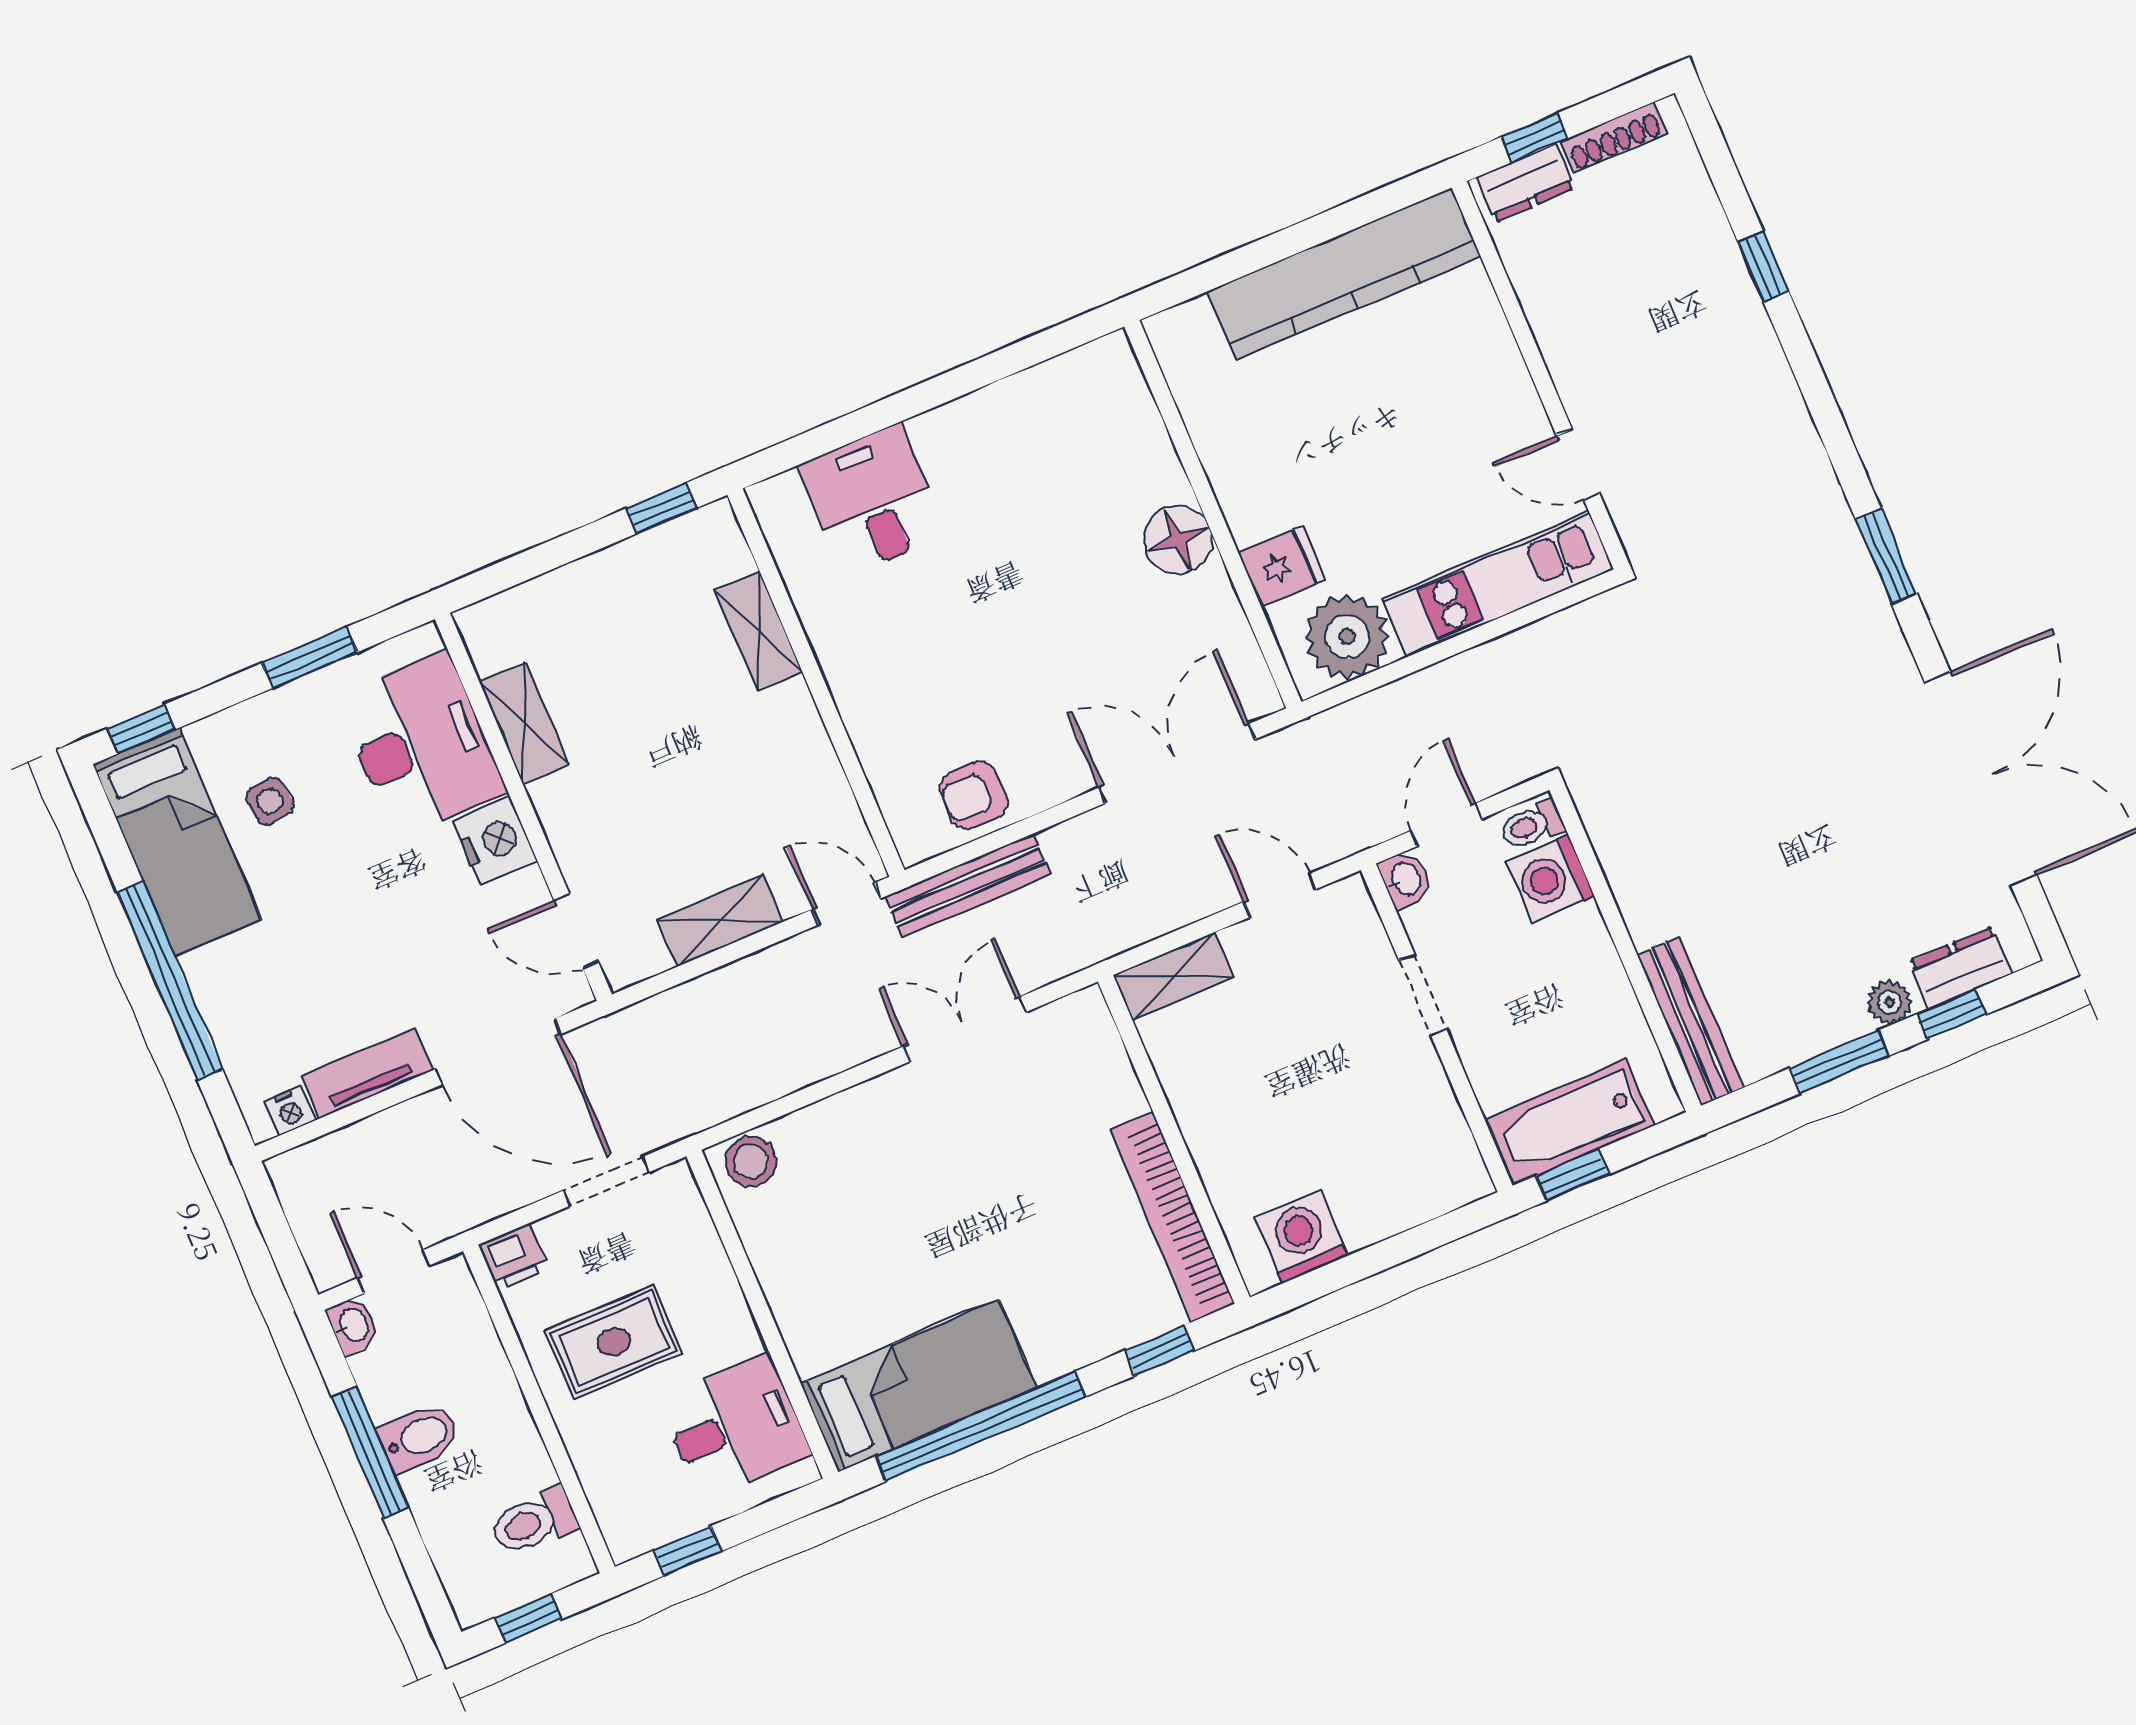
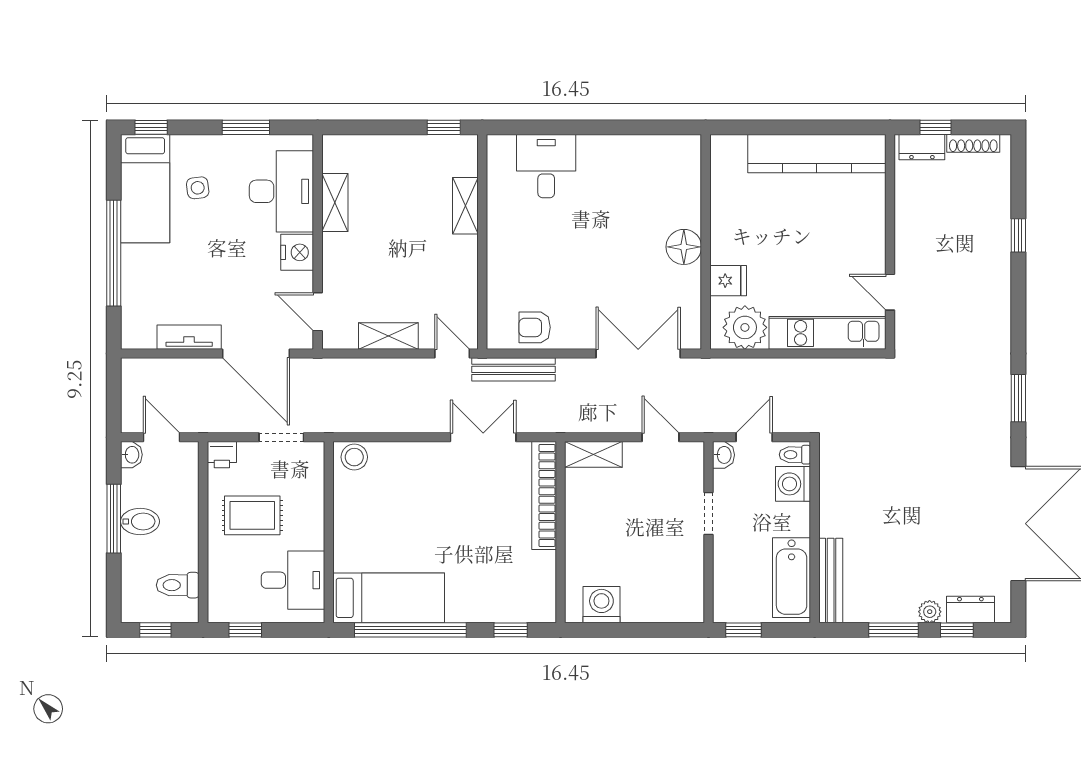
nightstand: (290, 1111) -> (144, 340), removed
bathtub: (1569, 1122) -> (792, 578), moved, turned -90
bookcase: (1172, 1217) -> (544, 496), moved

